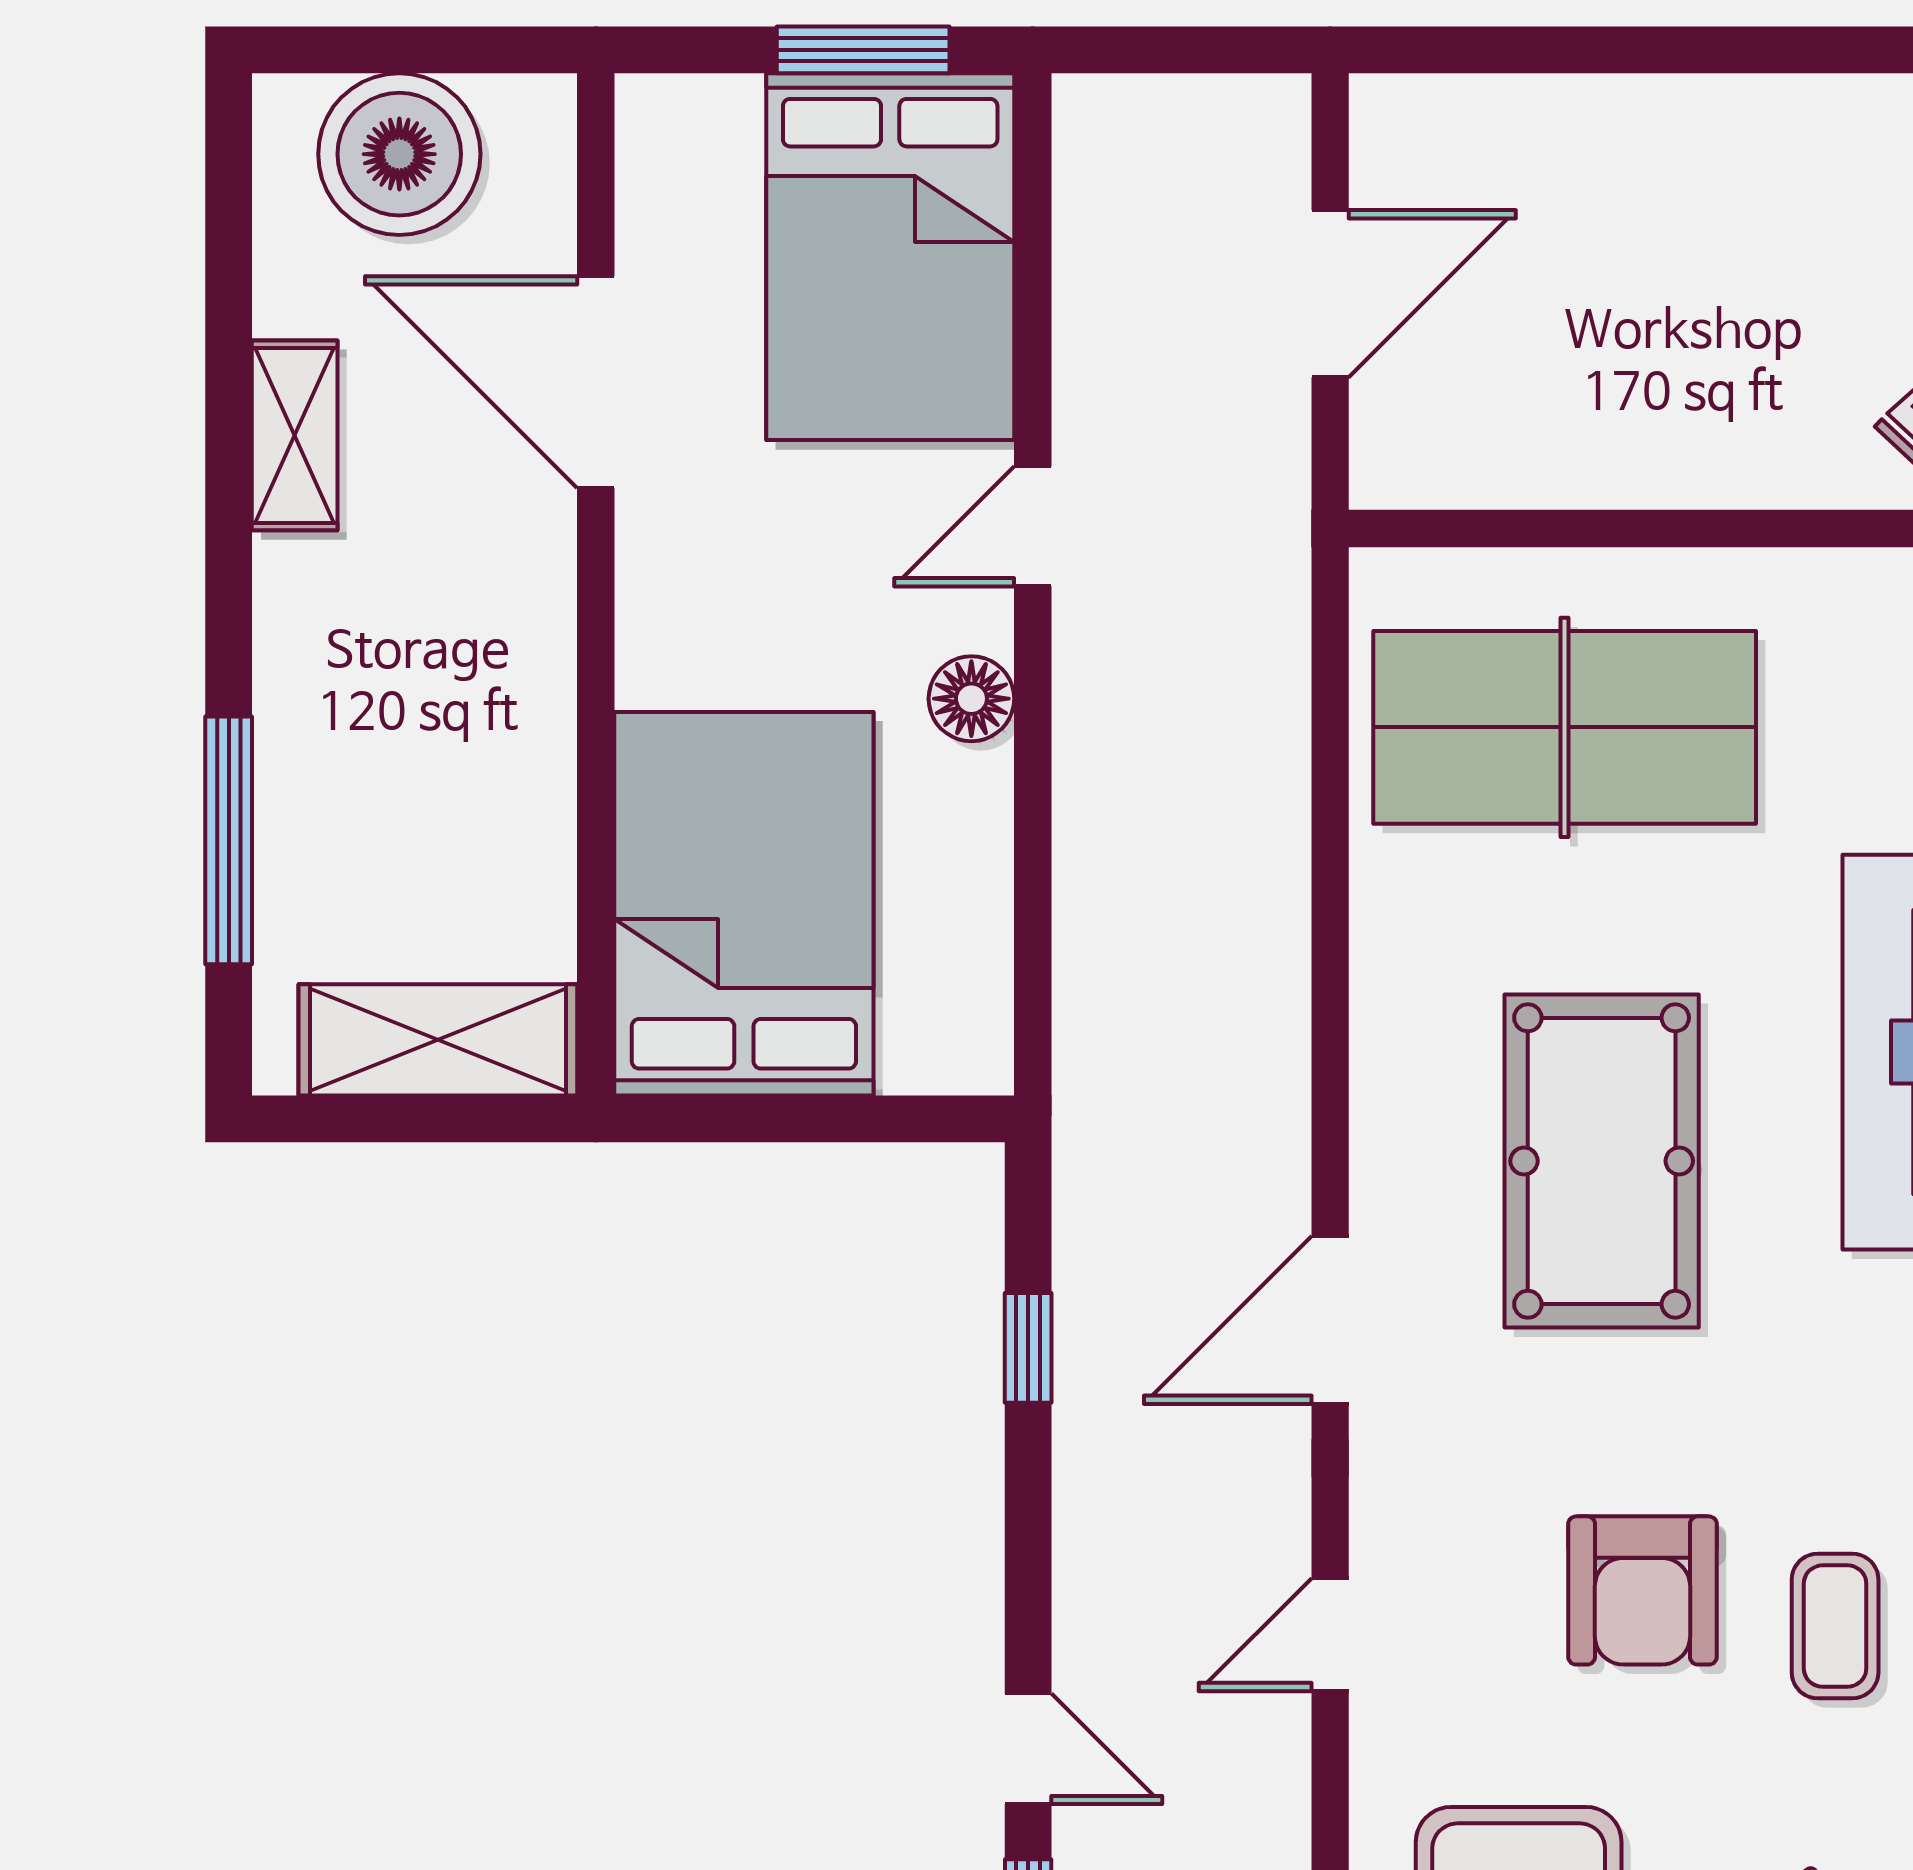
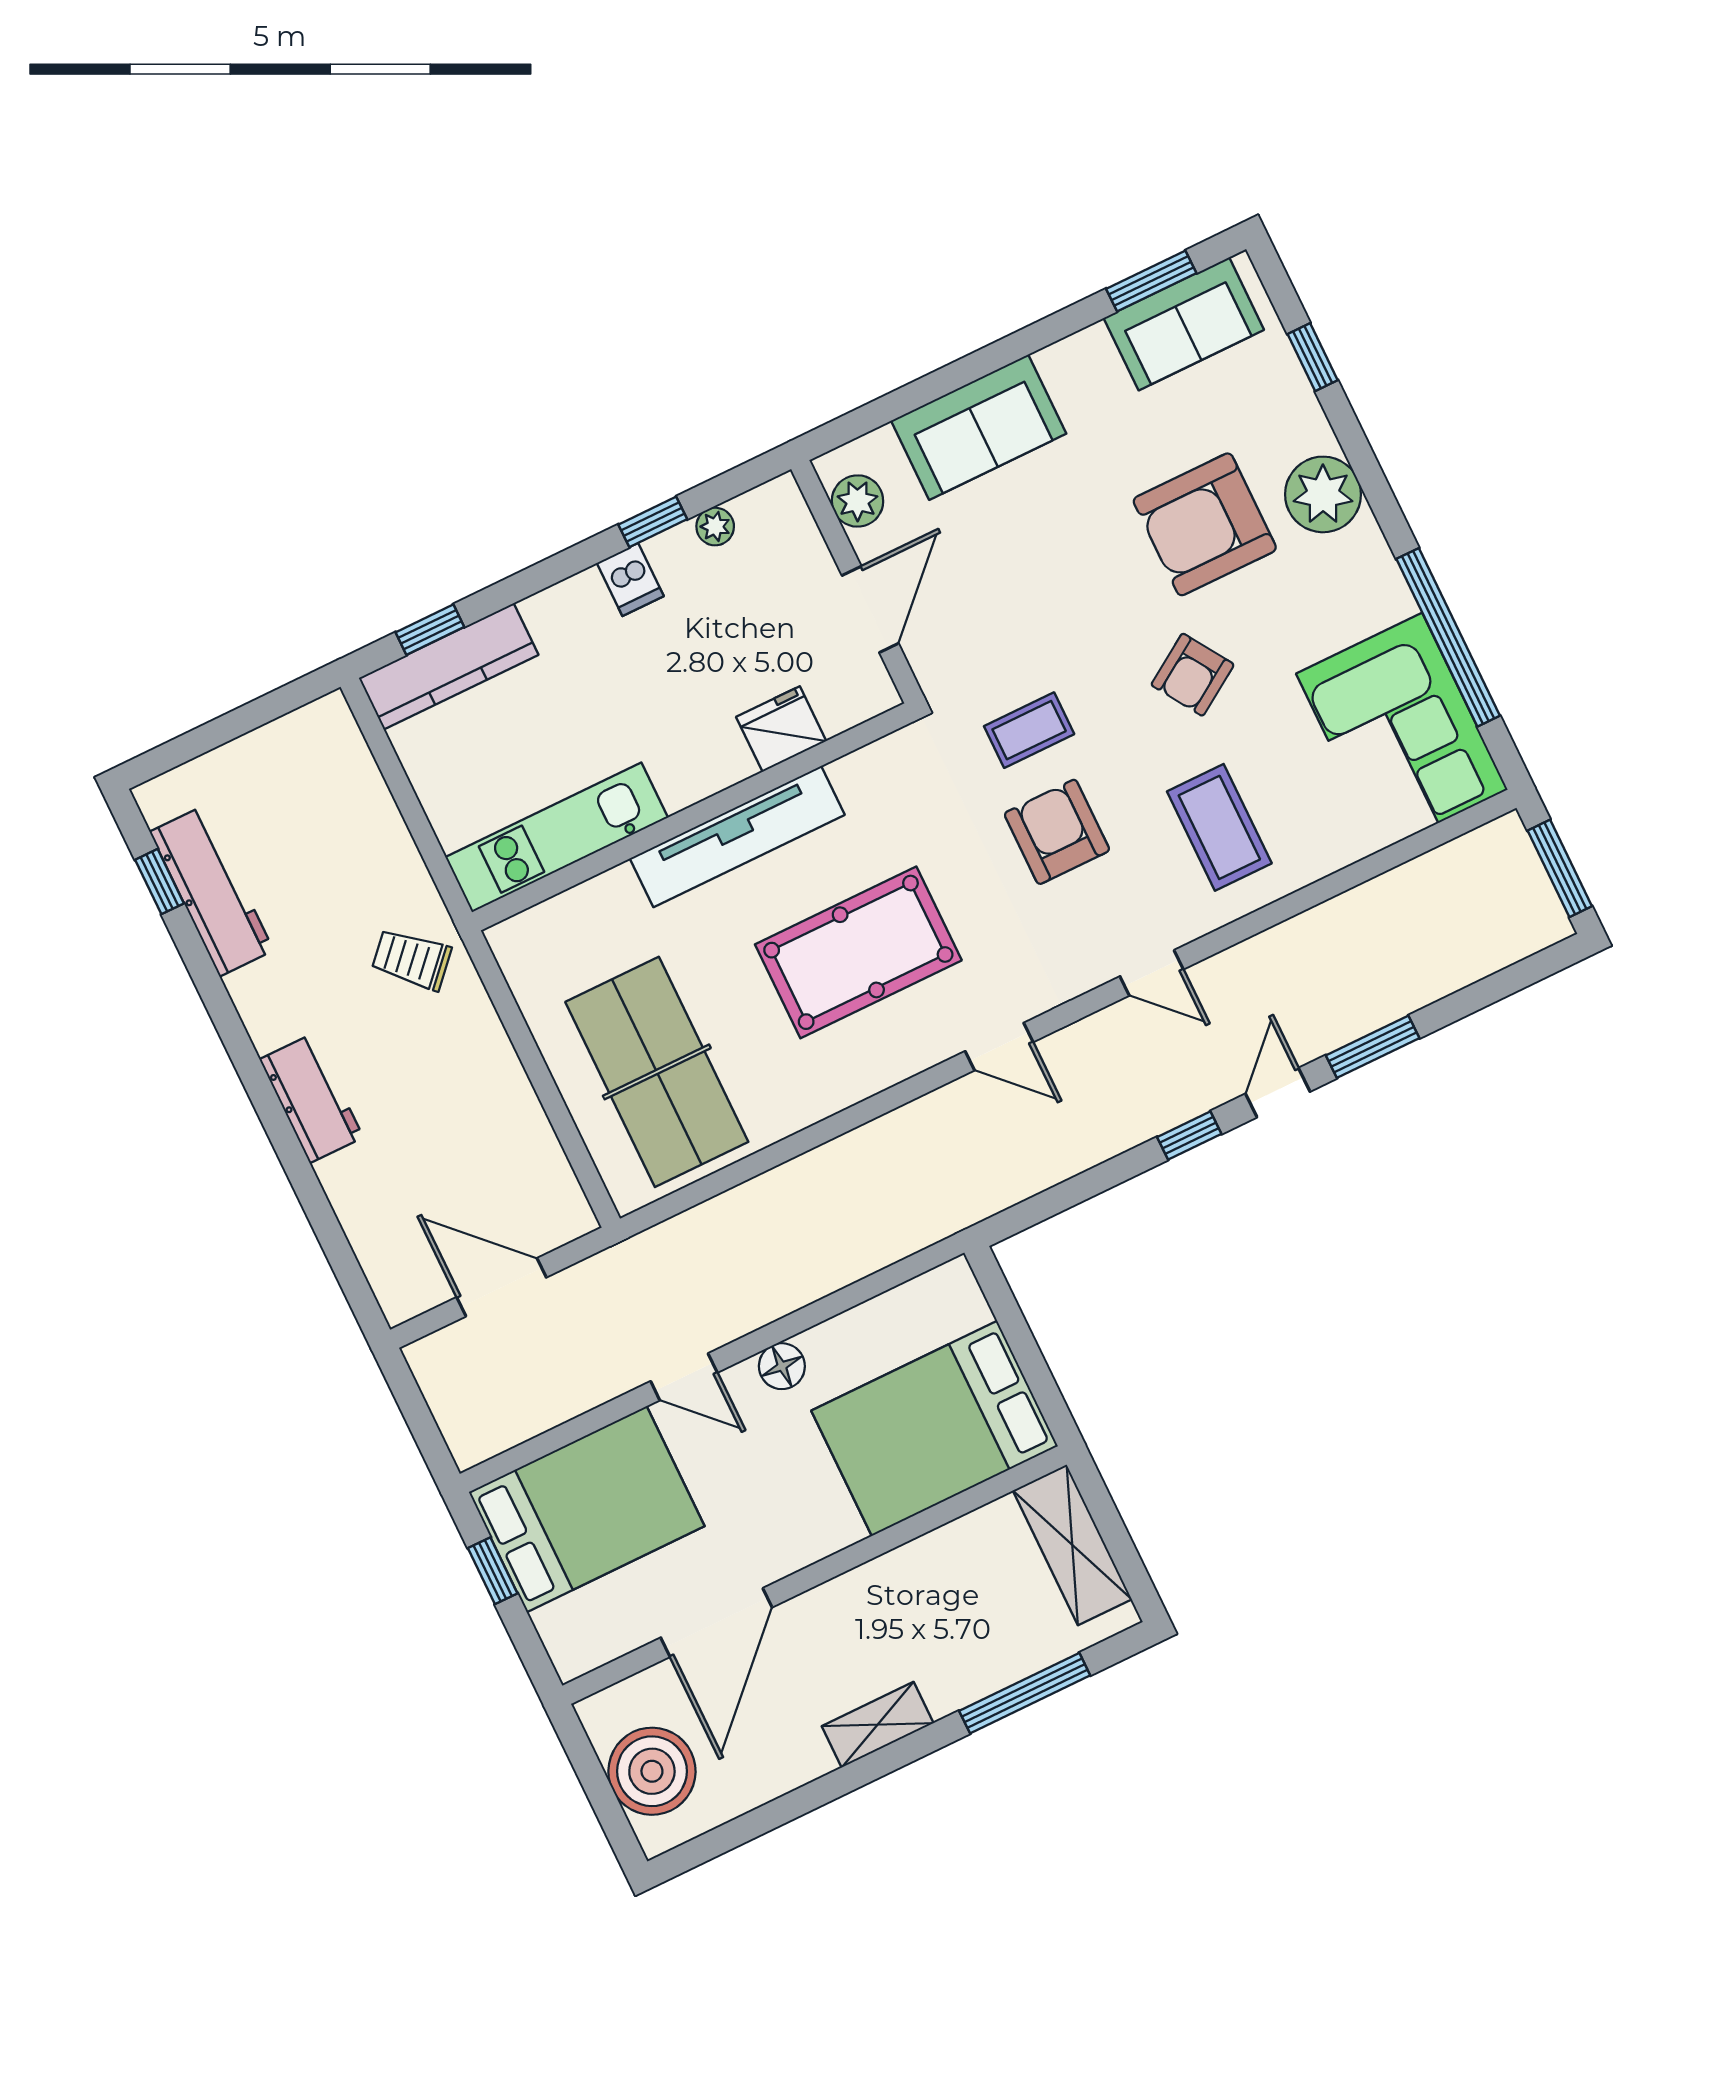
window: (863, 50) -> (493, 1571), width x0.67
workbench: (1800, 129) -> (311, 1098), added
shelving: (295, 435) -> (878, 1725), moved
door: (1330, 1320) -> (999, 1047), width x0.73
window: (1028, 1348) -> (1189, 1135), moved
armchair: (1643, 1590) -> (1057, 832), turned -90

